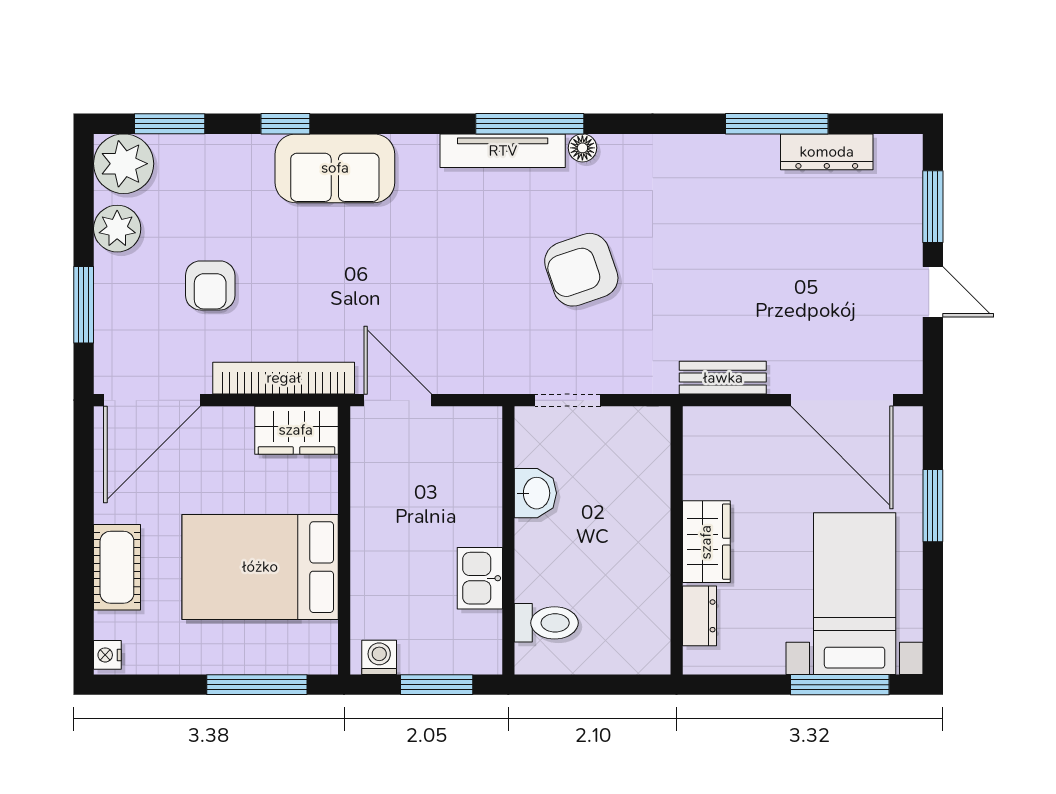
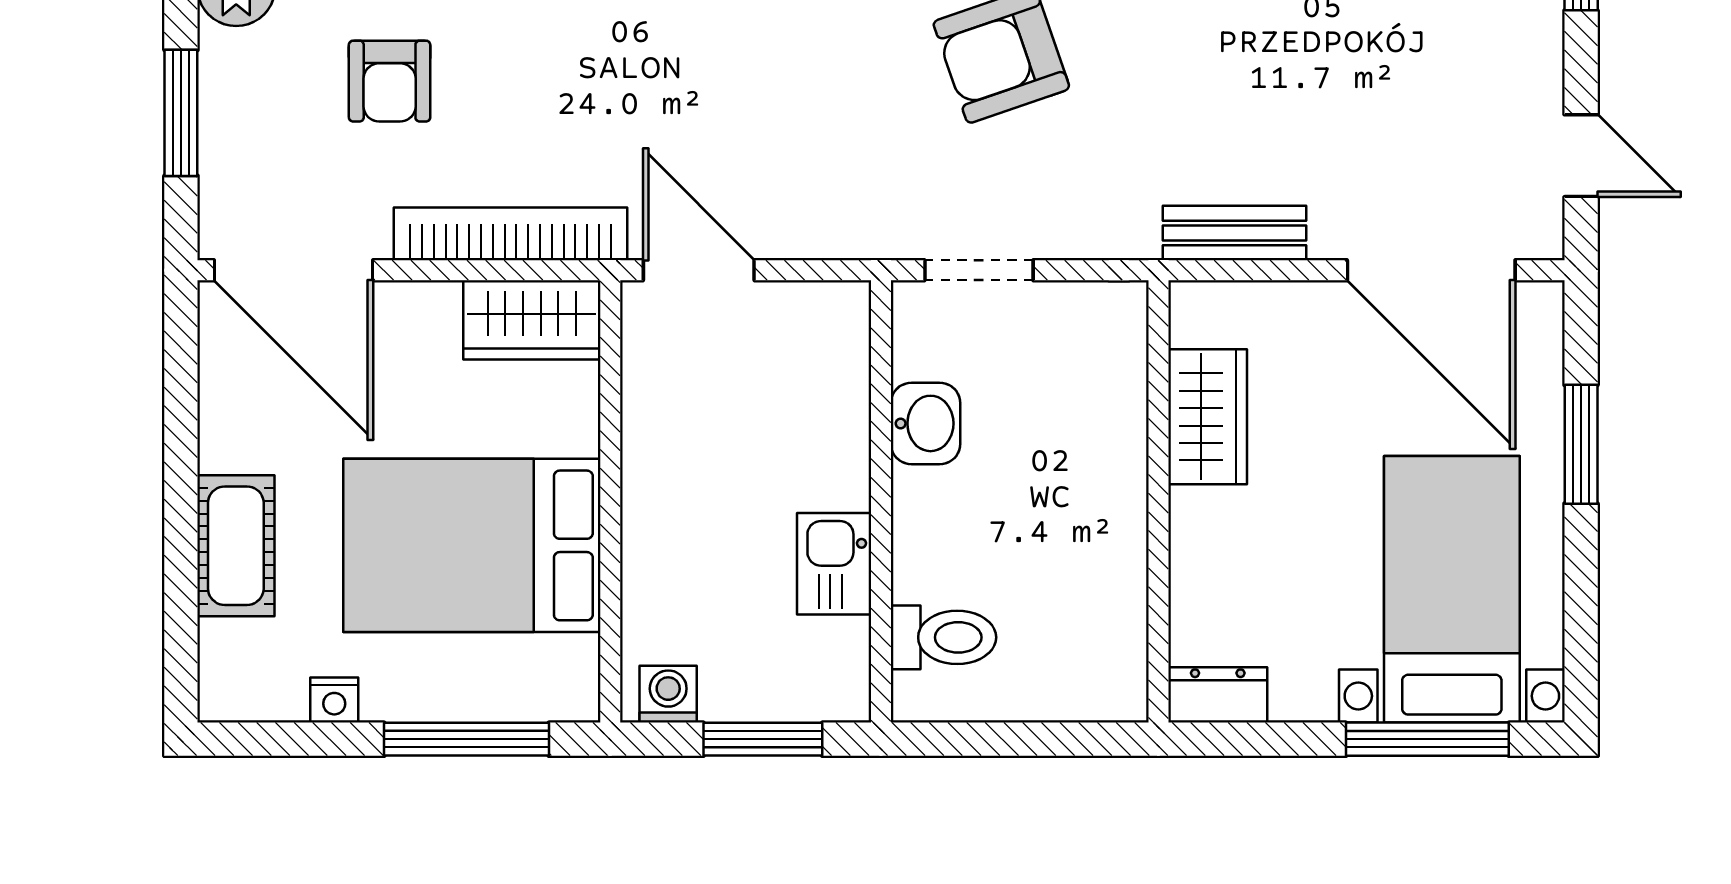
door: (933, 292) -> (1581, 156), moved
door: (152, 400) -> (293, 270), hinge flipped
wardrobe: (706, 542) -> (1208, 417), moved
dresser: (699, 616) -> (1218, 695), moved, turned -90
nightstand: (107, 655) -> (334, 700), moved, turned -90

